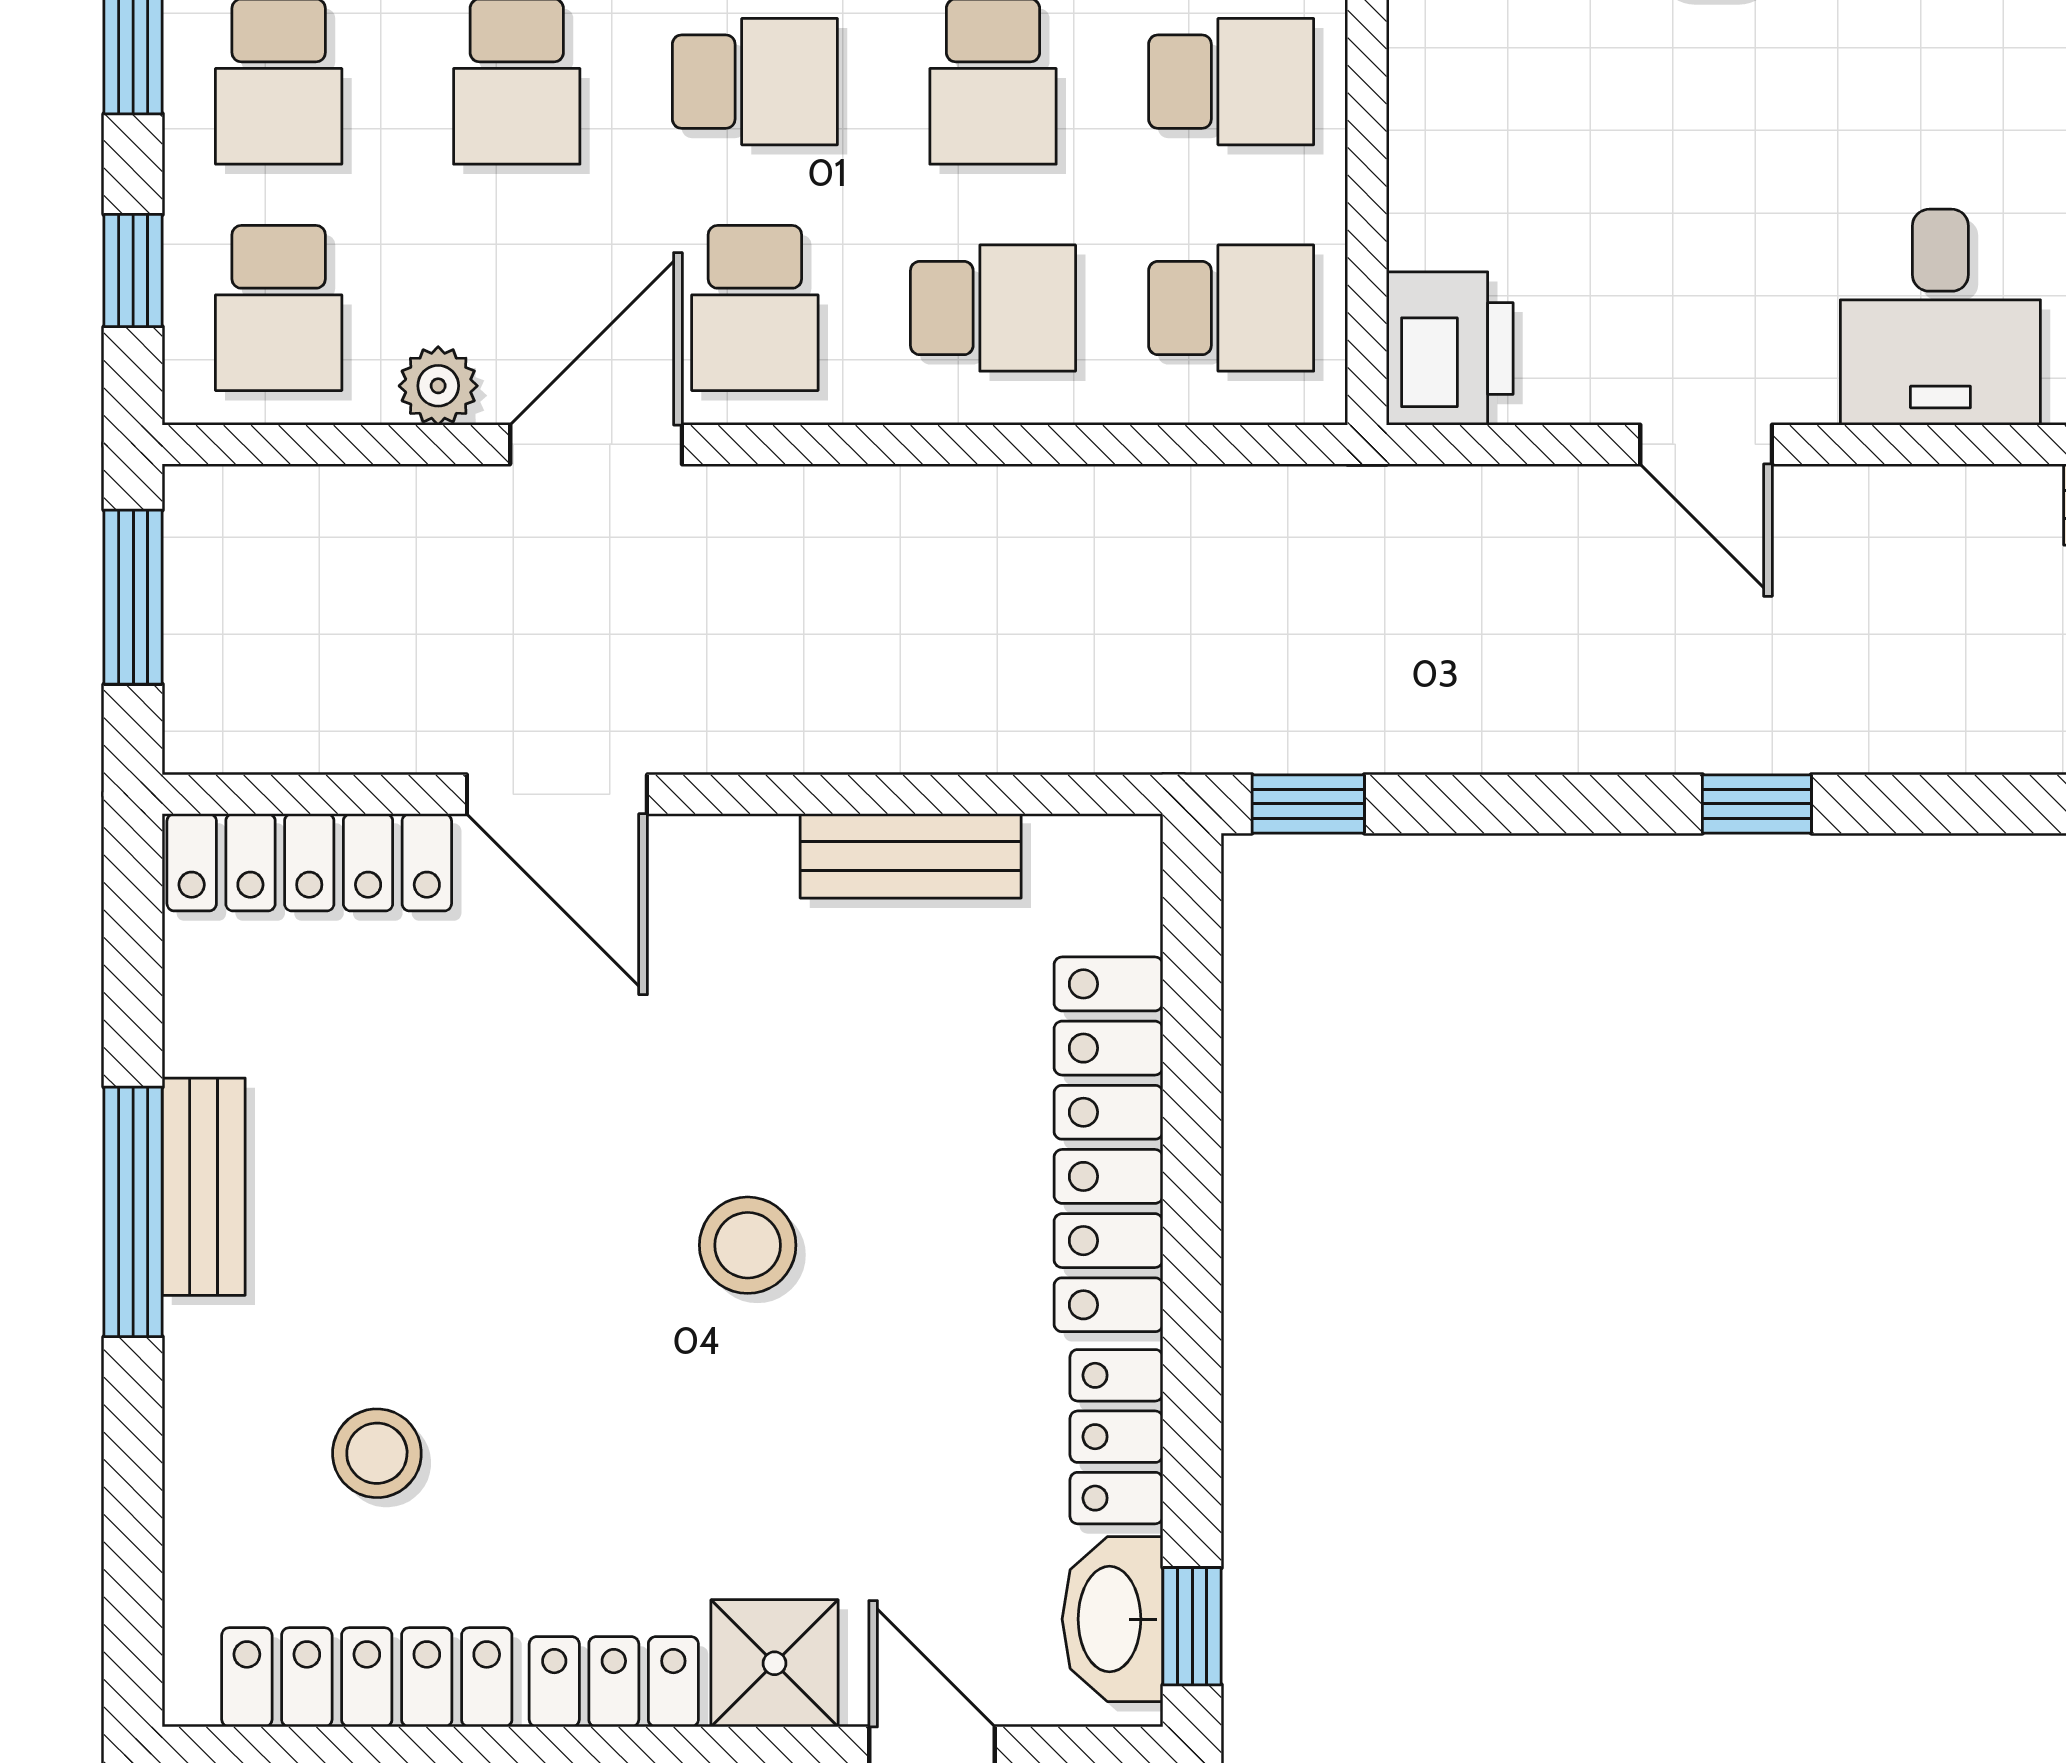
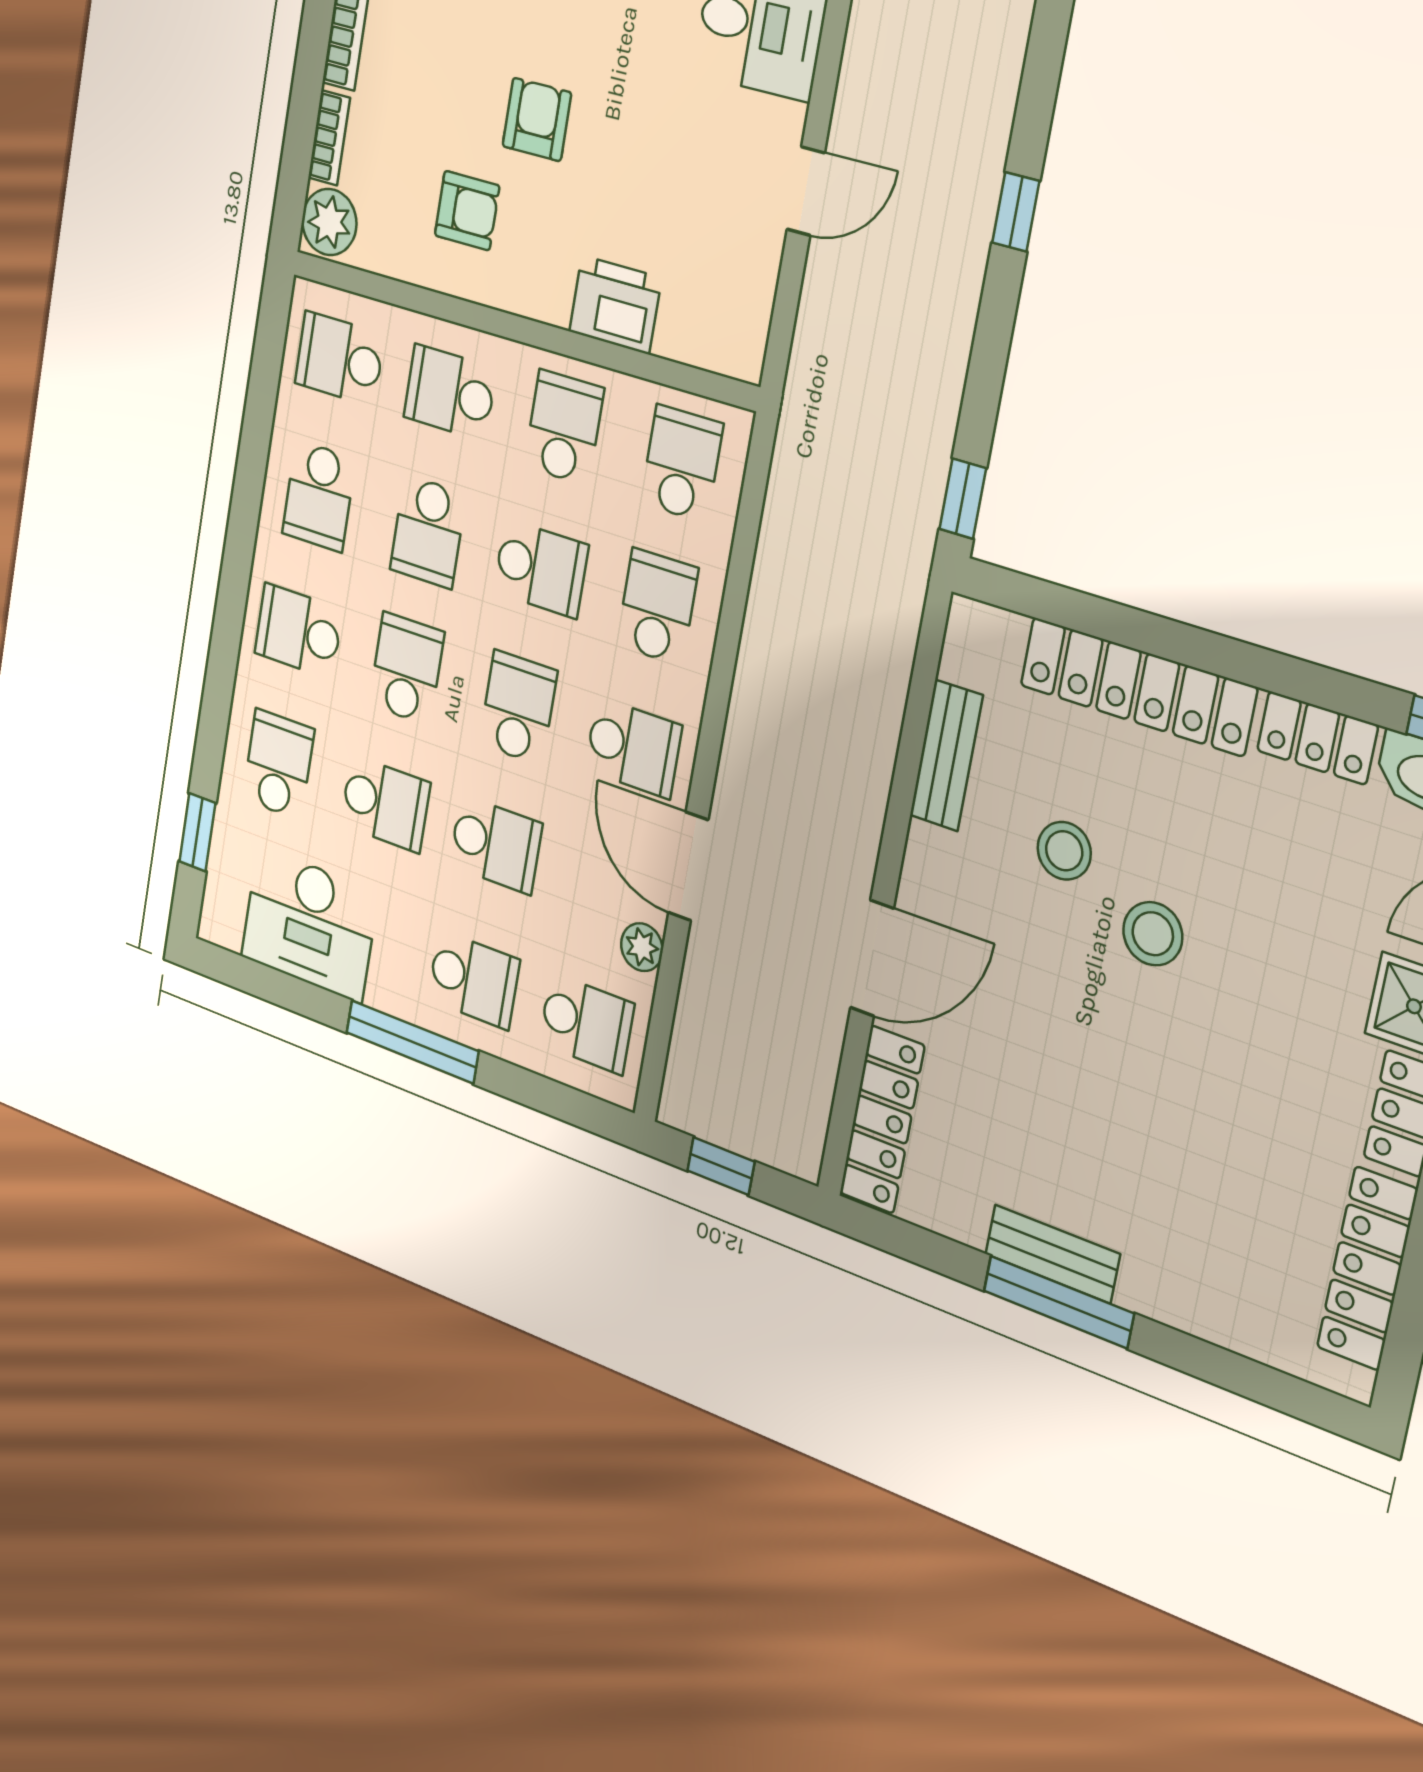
window: (133, 271) -> (554, 1099), removed
printer: (1450, 348) -> (615, 305), moved
window: (133, 597) -> (721, 1166), width x0.67
stool: (377, 1453) -> (1064, 851), moved

